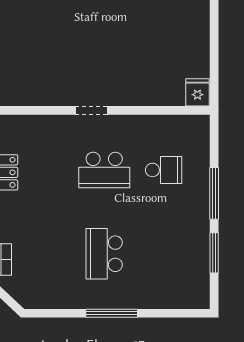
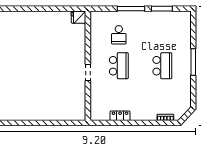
school desk: (164, 170) -> (119, 35), turned 180
school desk: (104, 254) -> (162, 66), turned -90

